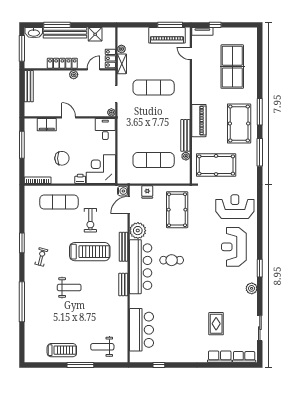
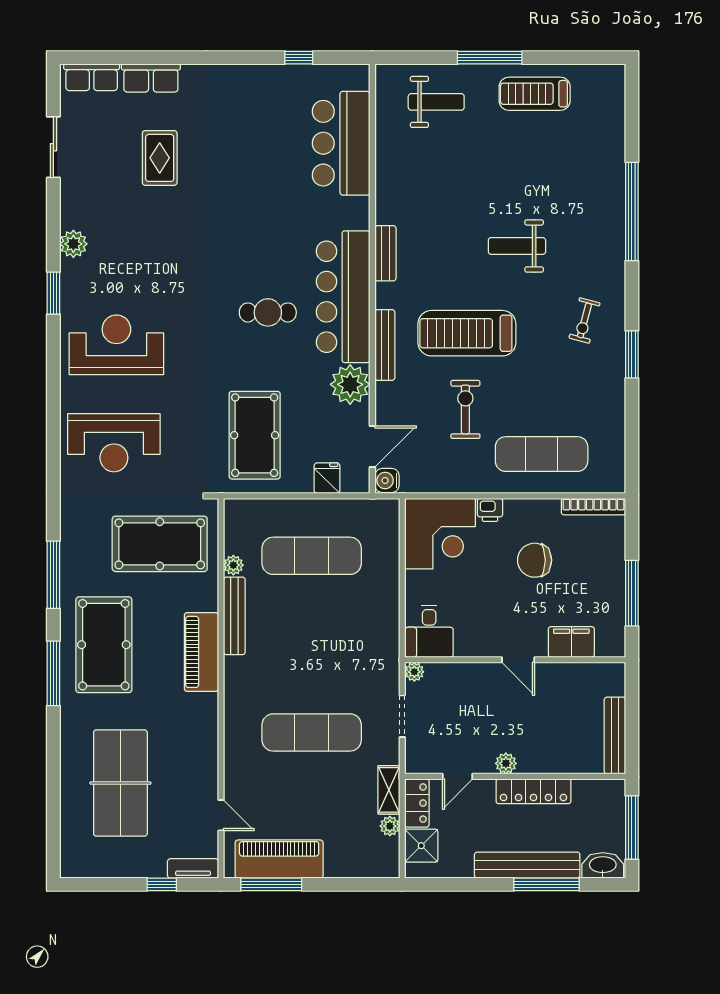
shower: (95, 34) -> (421, 846), moved
reception desk: (234, 247) -> (116, 345), turned -90

